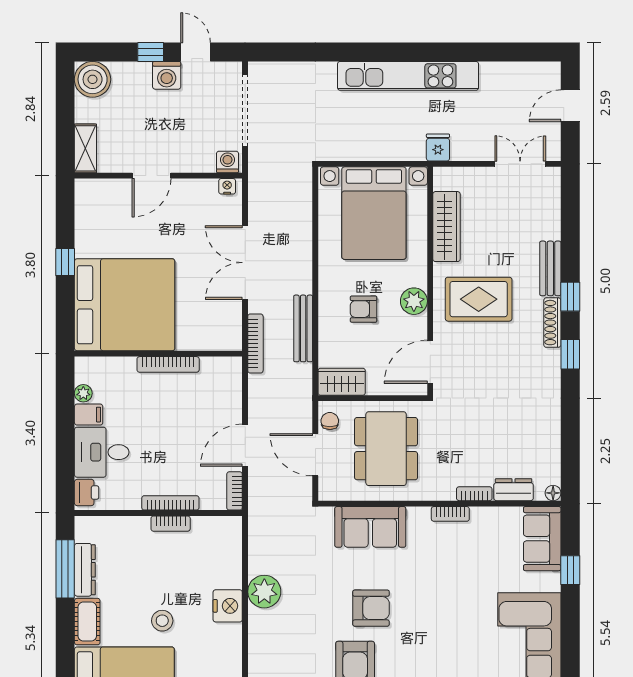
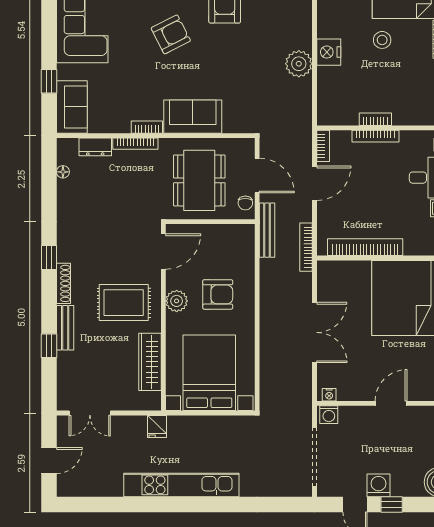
window: (570, 297) -> (49, 346), moved
armchair: (364, 309) -> (218, 294), width x1.38, depth x1.38
bench: (303, 328) -> (267, 230), moved
bookcase: (255, 343) -> (306, 247), moved
bookcase: (168, 364) -> (365, 247), width x1.48, depth x1.31
wardrobe: (342, 382) -> (236, 235), removed
floor lamp: (553, 493) -> (63, 172), moved
bookcase: (474, 494) -> (135, 144), width x1.56
sofa: (370, 527) -> (193, 117), moved
armchair: (371, 608) -> (171, 34), moved, turned 153

